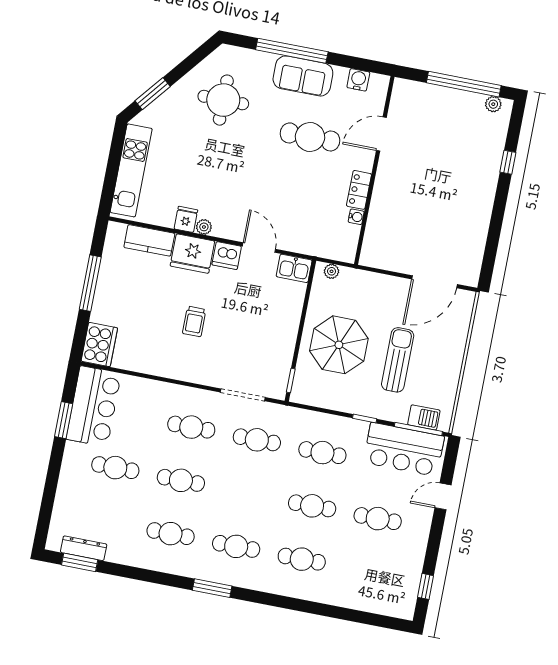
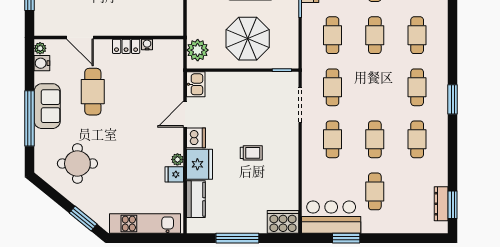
plant: (378, 81) -> (40, 48), added
plant: (332, 271) -> (198, 50), width x1.87, depth x1.87

